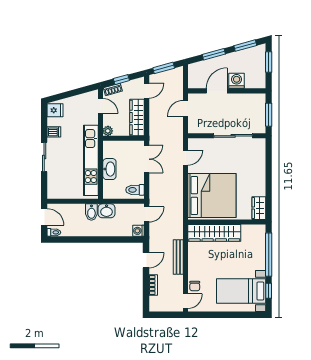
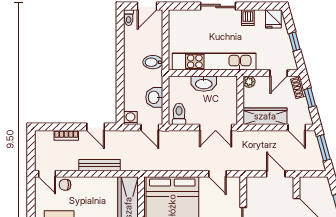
window: (74, 93) -> (294, 42), added
washbasin: (107, 211) -> (154, 97), moved

